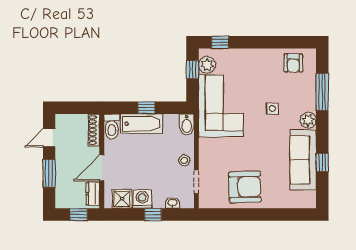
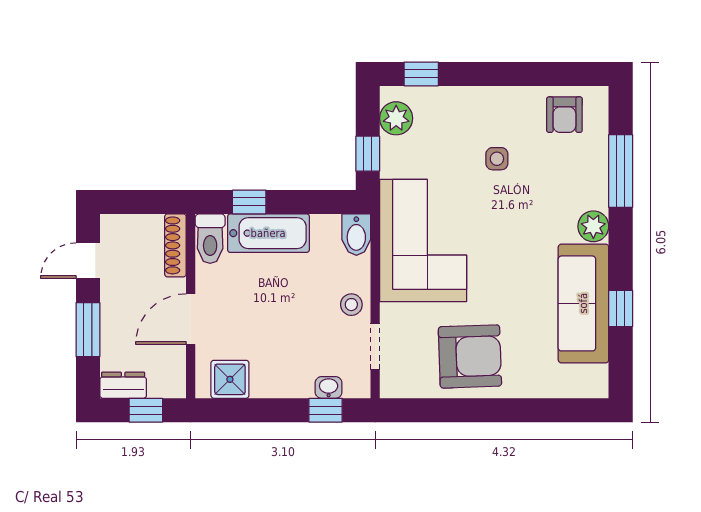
window: (193, 70) -> (368, 154), moved
corner sofa: (221, 106) -> (423, 241), moved
window: (146, 108) -> (249, 202), moved
side table: (272, 109) -> (497, 159), moved
dresser: (93, 194) -> (123, 385), moved, turned 90
washing machine: (142, 199) -> (269, 380), removed
window: (153, 215) -> (326, 410), moved

